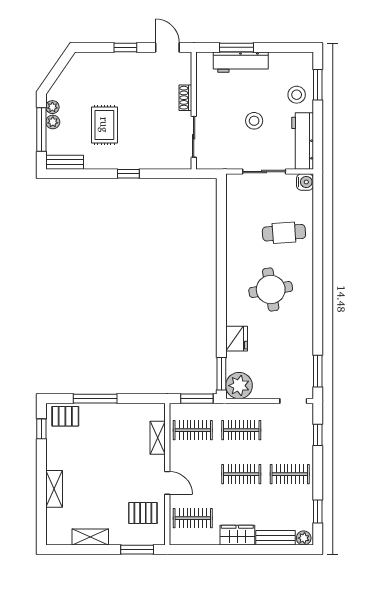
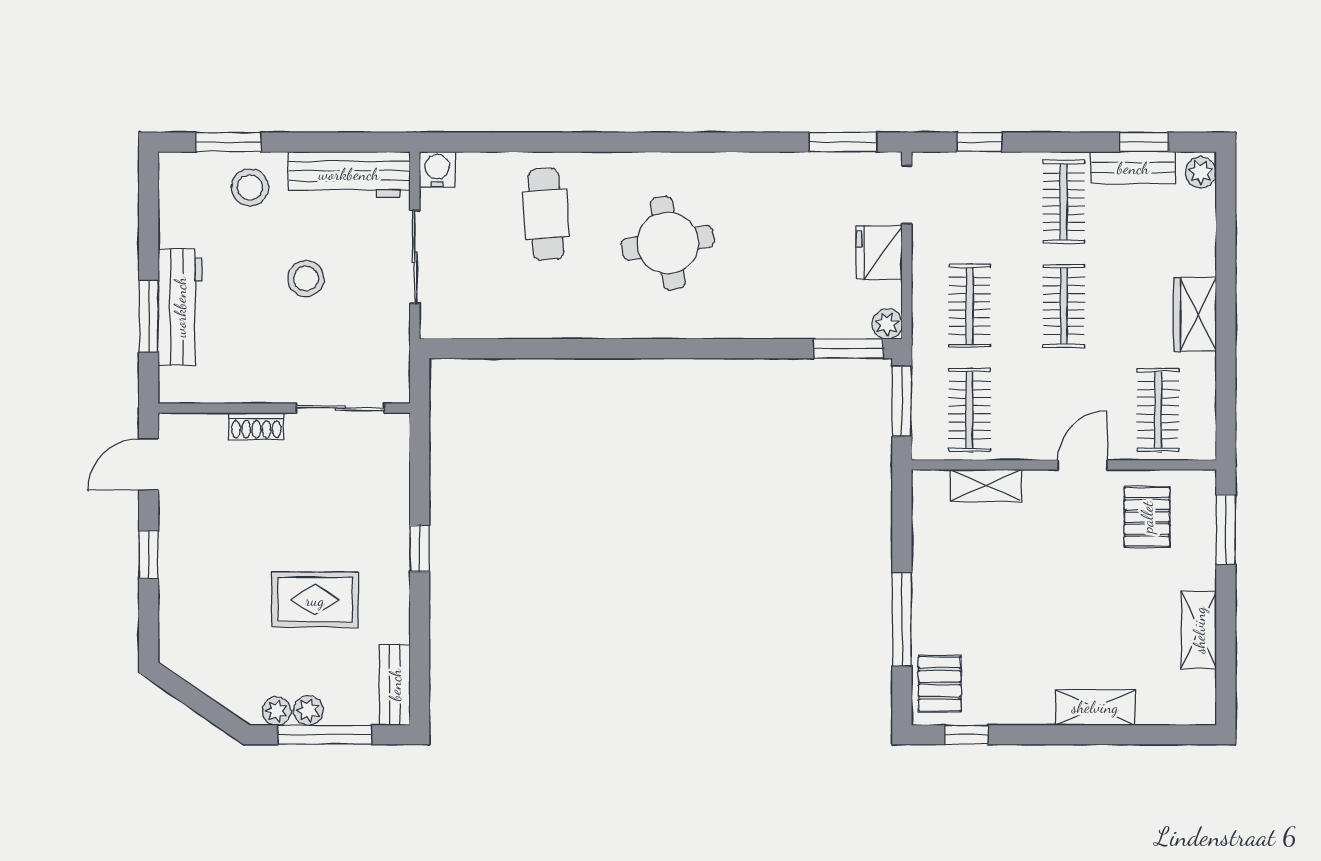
fridge: (237, 339) -> (879, 253), moved, turned -90
plant: (239, 386) -> (887, 324), width x0.53, depth x0.53
bench: (275, 538) -> (1133, 168), moved, turned 90

